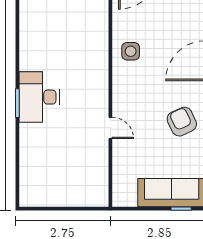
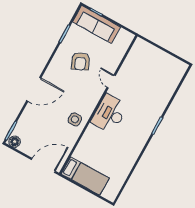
desk: (39, 97) -> (110, 114), moved, turned 180
armchair: (182, 122) -> (80, 61), moved

